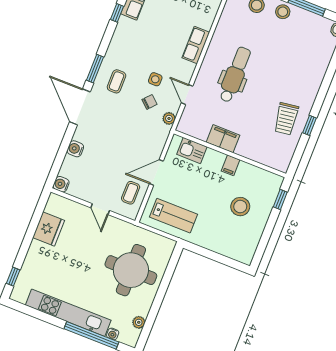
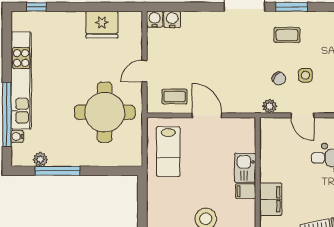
door: (187, 95) -> (303, 115), swing flipped
filing cabinet: (223, 139) -> (271, 199), moved
water cooler: (75, 149) -> (172, 19), moved
kitchen sink: (192, 151) -> (245, 168), moved
round table: (131, 270) -> (105, 112), moved
window: (154, 312) -> (57, 171), added

